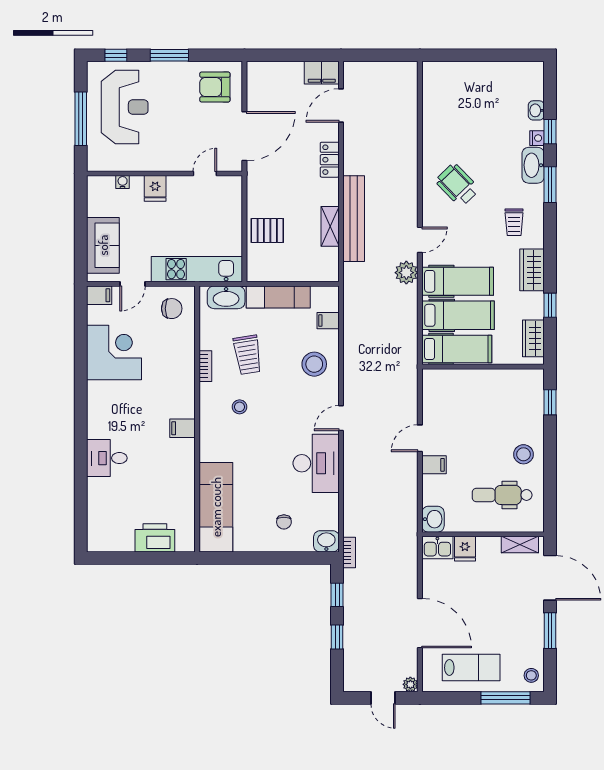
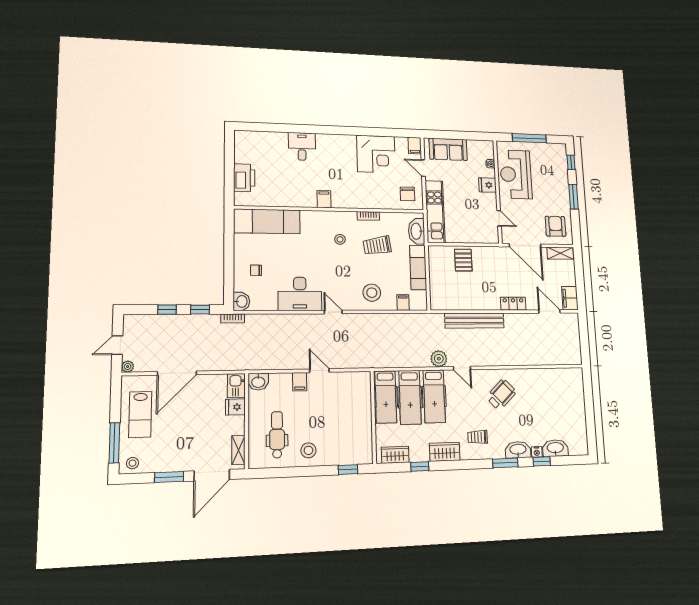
reception desk: (125, 107) -> (516, 174), moved, turned 90
washbasin: (536, 110) -> (555, 448), width x1.91, depth x1.45
shelving: (330, 226) -> (560, 253), moved

